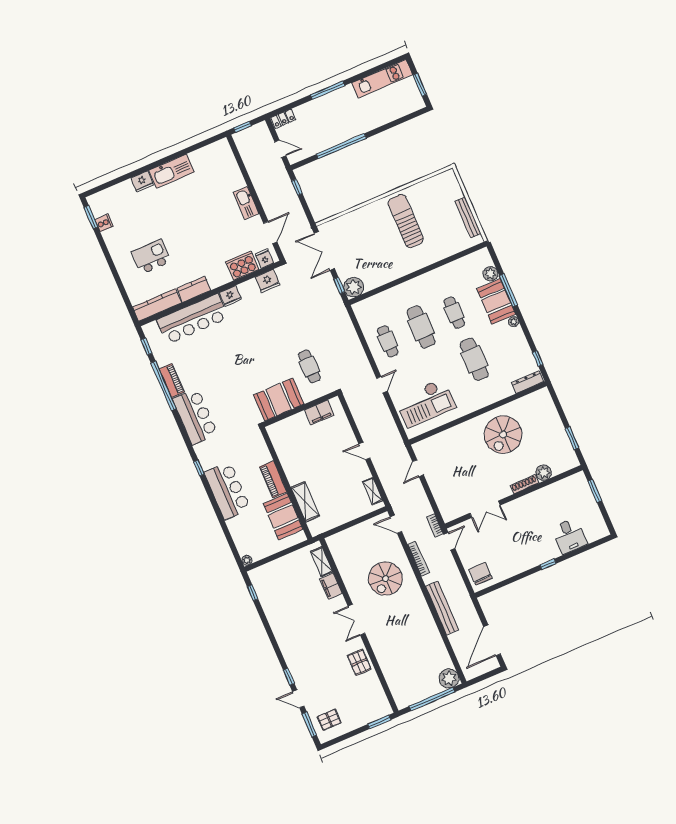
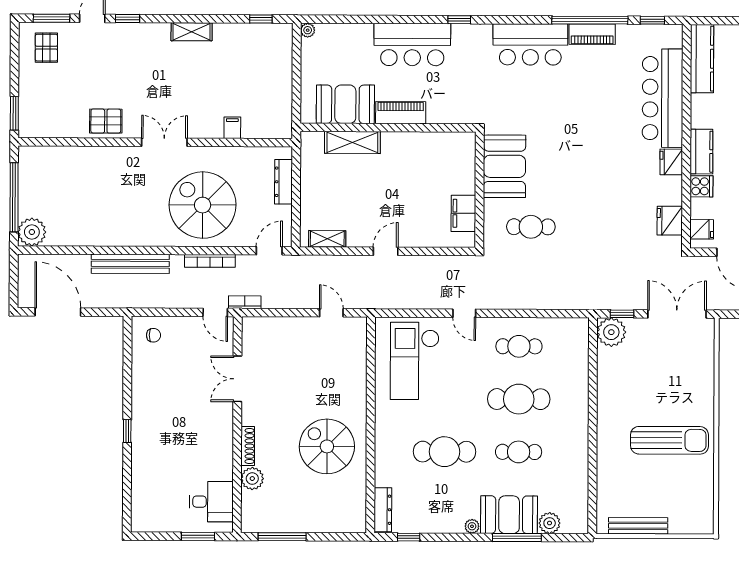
cooker: (242, 266) -> (701, 186), width x0.53, depth x0.76
kitchen counter: (194, 289) -> (701, 152), moved
window: (572, 438) -> (282, 537), width x1.44
dresser: (349, 534) -> (283, 182), added
desk: (569, 536) -> (211, 502), moved, turned 180
shelving: (322, 562) -> (192, 32), moved
chair: (481, 574) -> (154, 335), width x0.54, depth x0.54
spiral stairs: (385, 579) -> (203, 205), width x1.37, depth x1.37
filing cabinet: (331, 586) -> (232, 128), width x0.50

